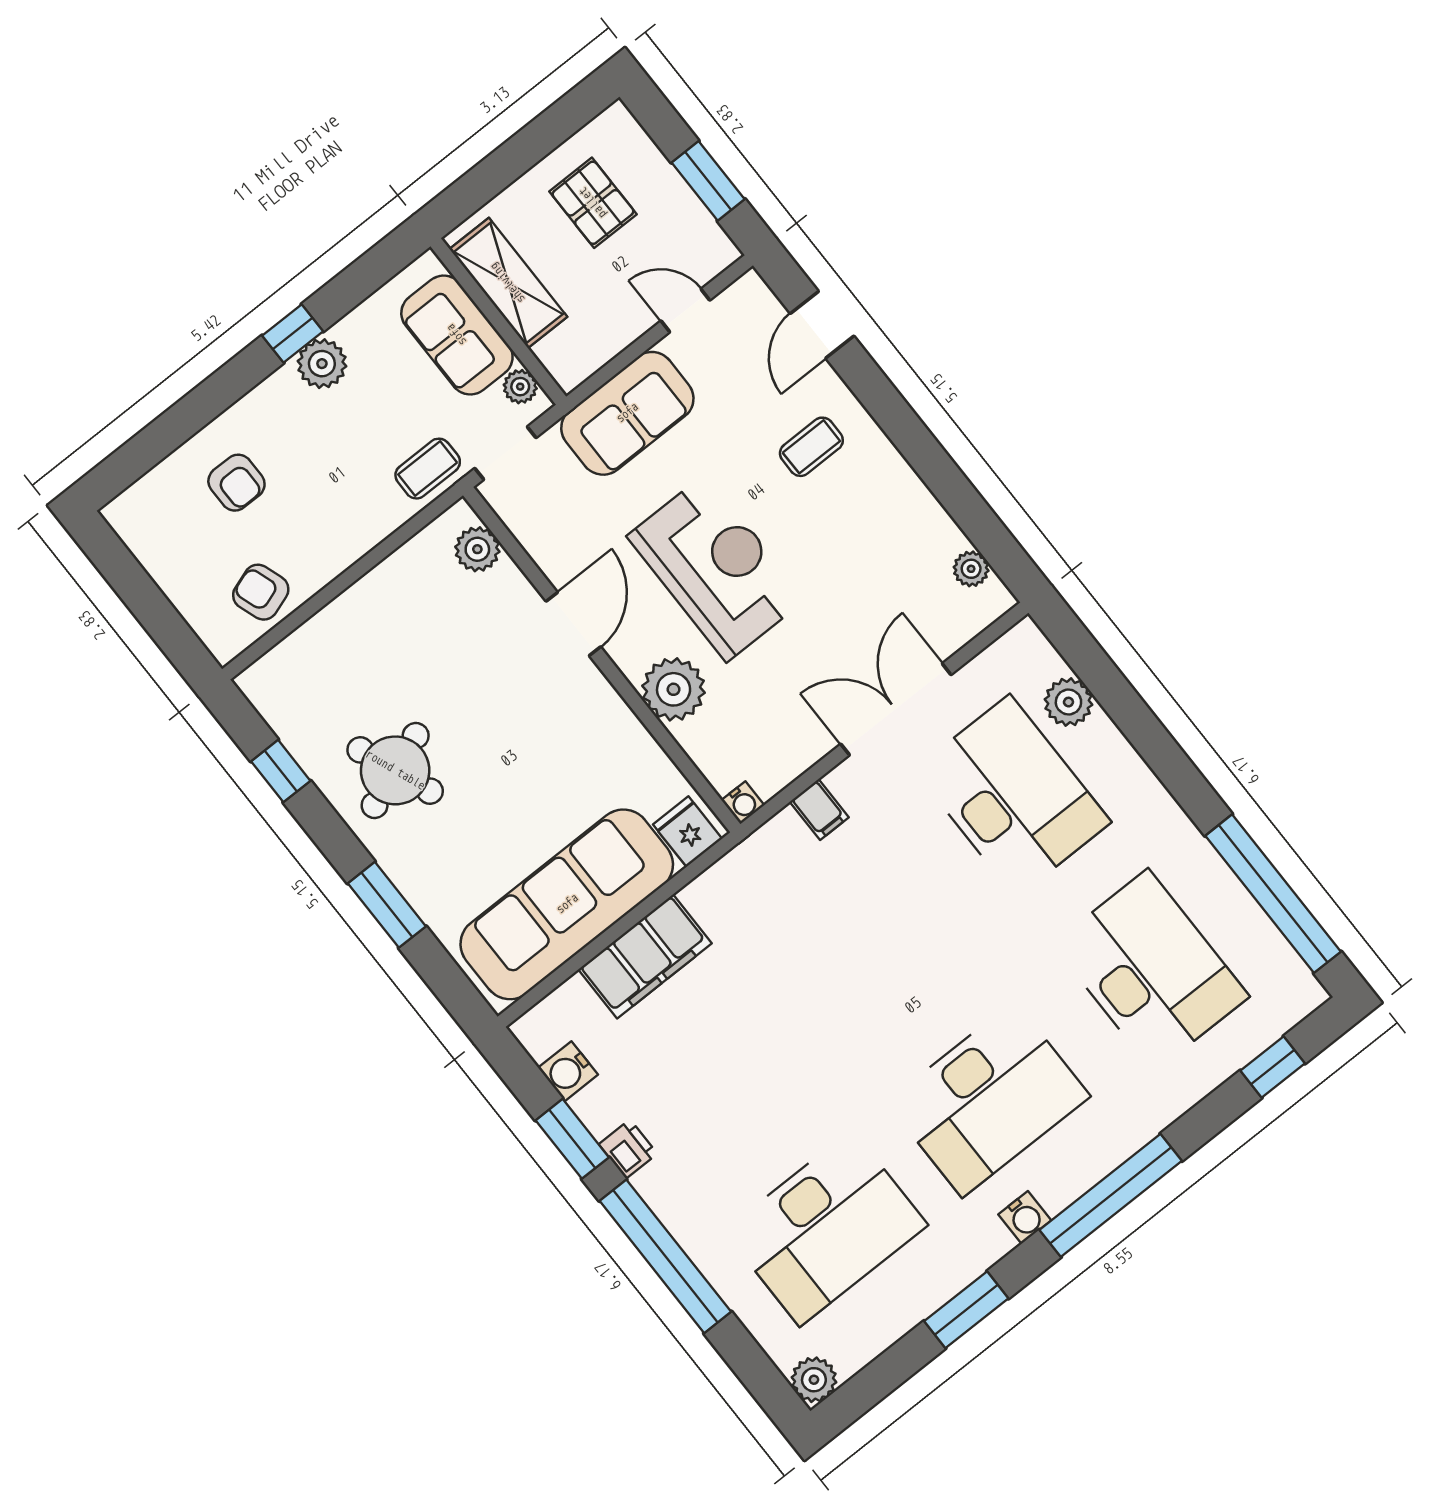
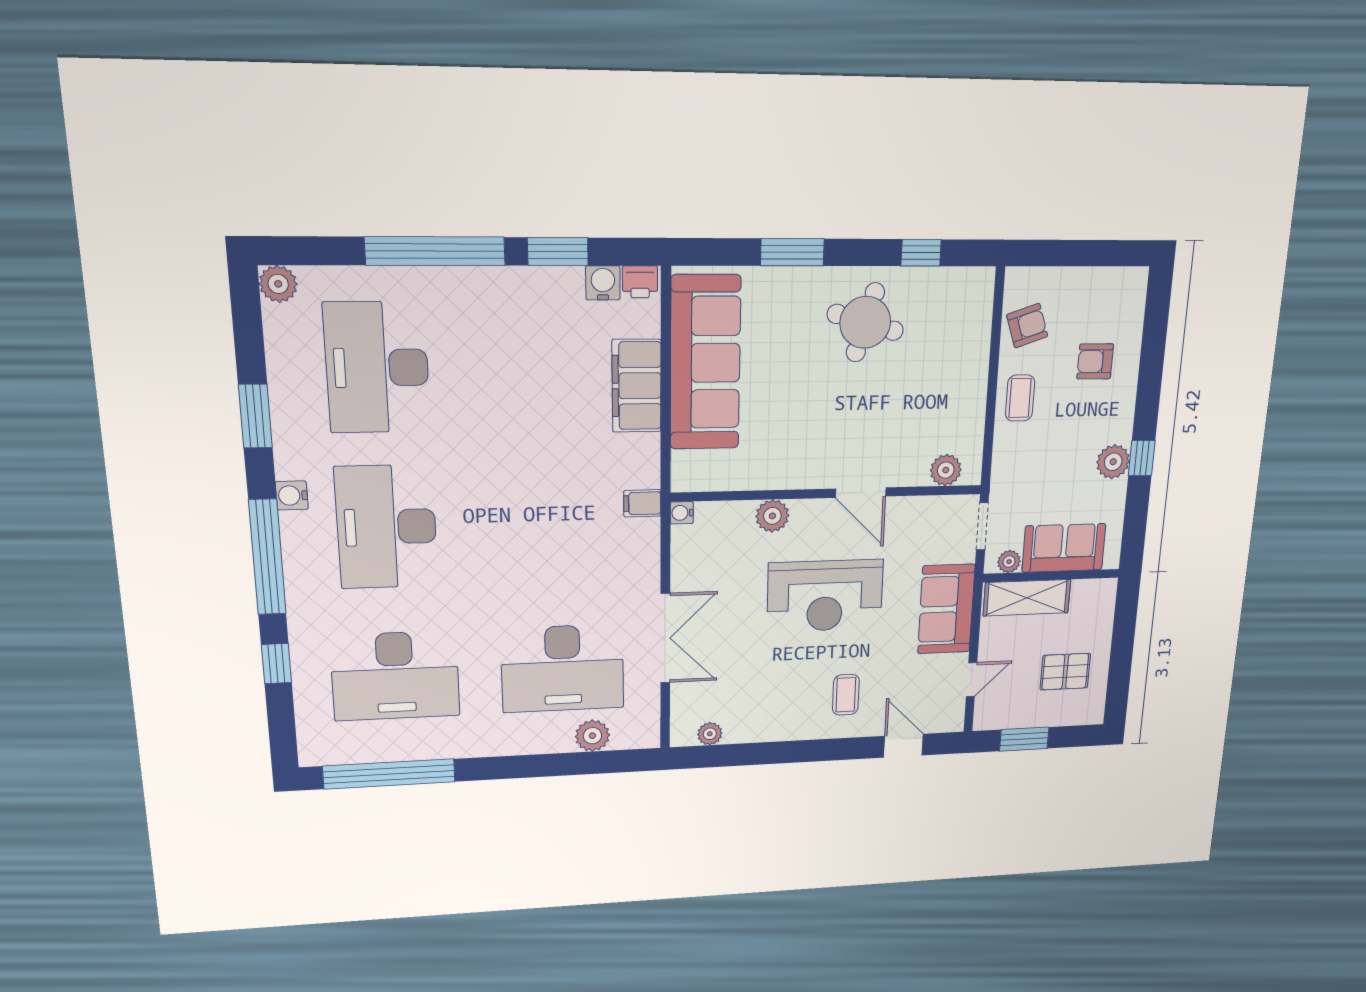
shelving: (508, 283) -> (1027, 598), moved
coffee table: (428, 469) -> (1020, 398), moved
plant: (674, 689) -> (772, 516), width x0.73, depth x0.73
round table: (395, 770) -> (865, 322), turned 37
filing cabinet: (819, 810) -> (642, 503), moved
fridge: (688, 832) -> (691, 468), removed
window: (1273, 1067) -> (276, 664), moved
printer: (628, 1149) -> (640, 282), moved

